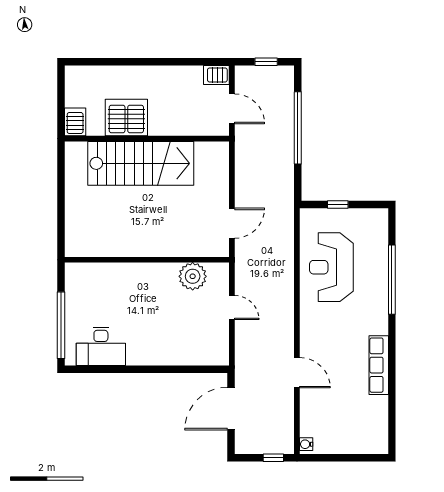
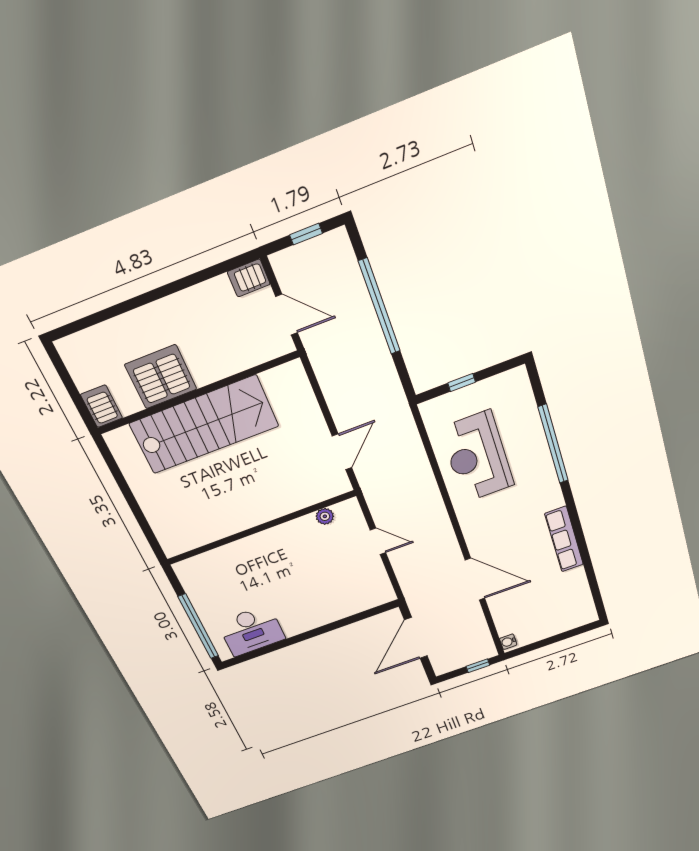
plant: (193, 276) -> (325, 516), width x0.53, depth x0.53
door: (297, 373) -> (475, 579), width x1.36

